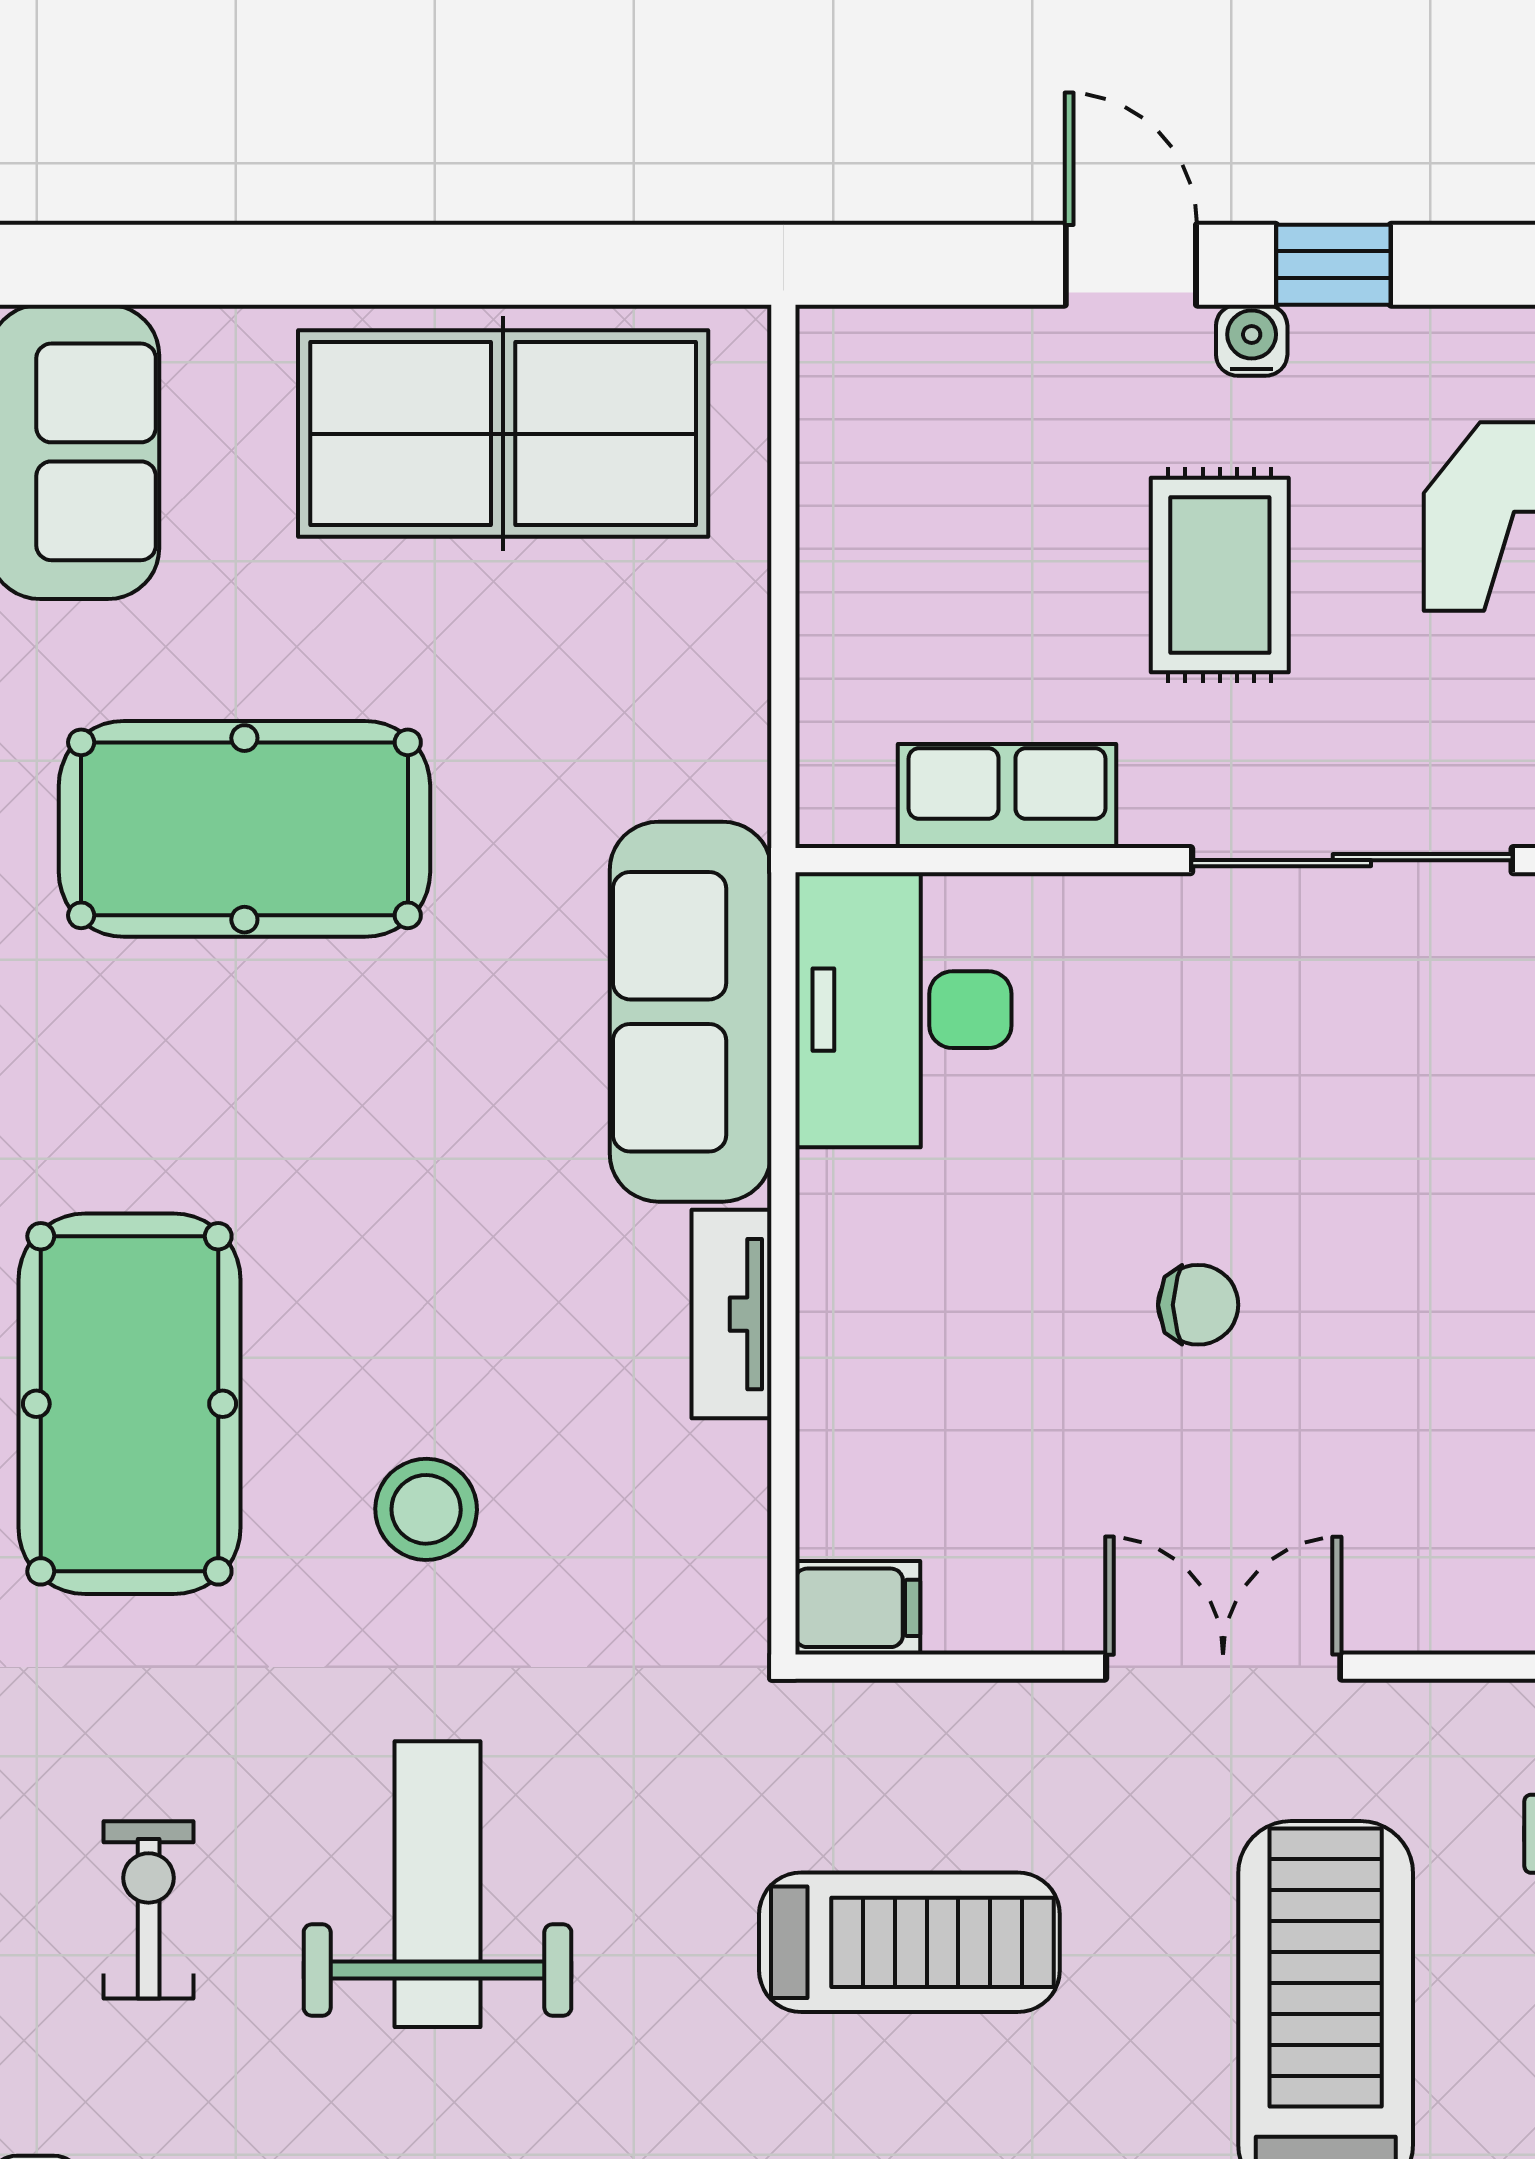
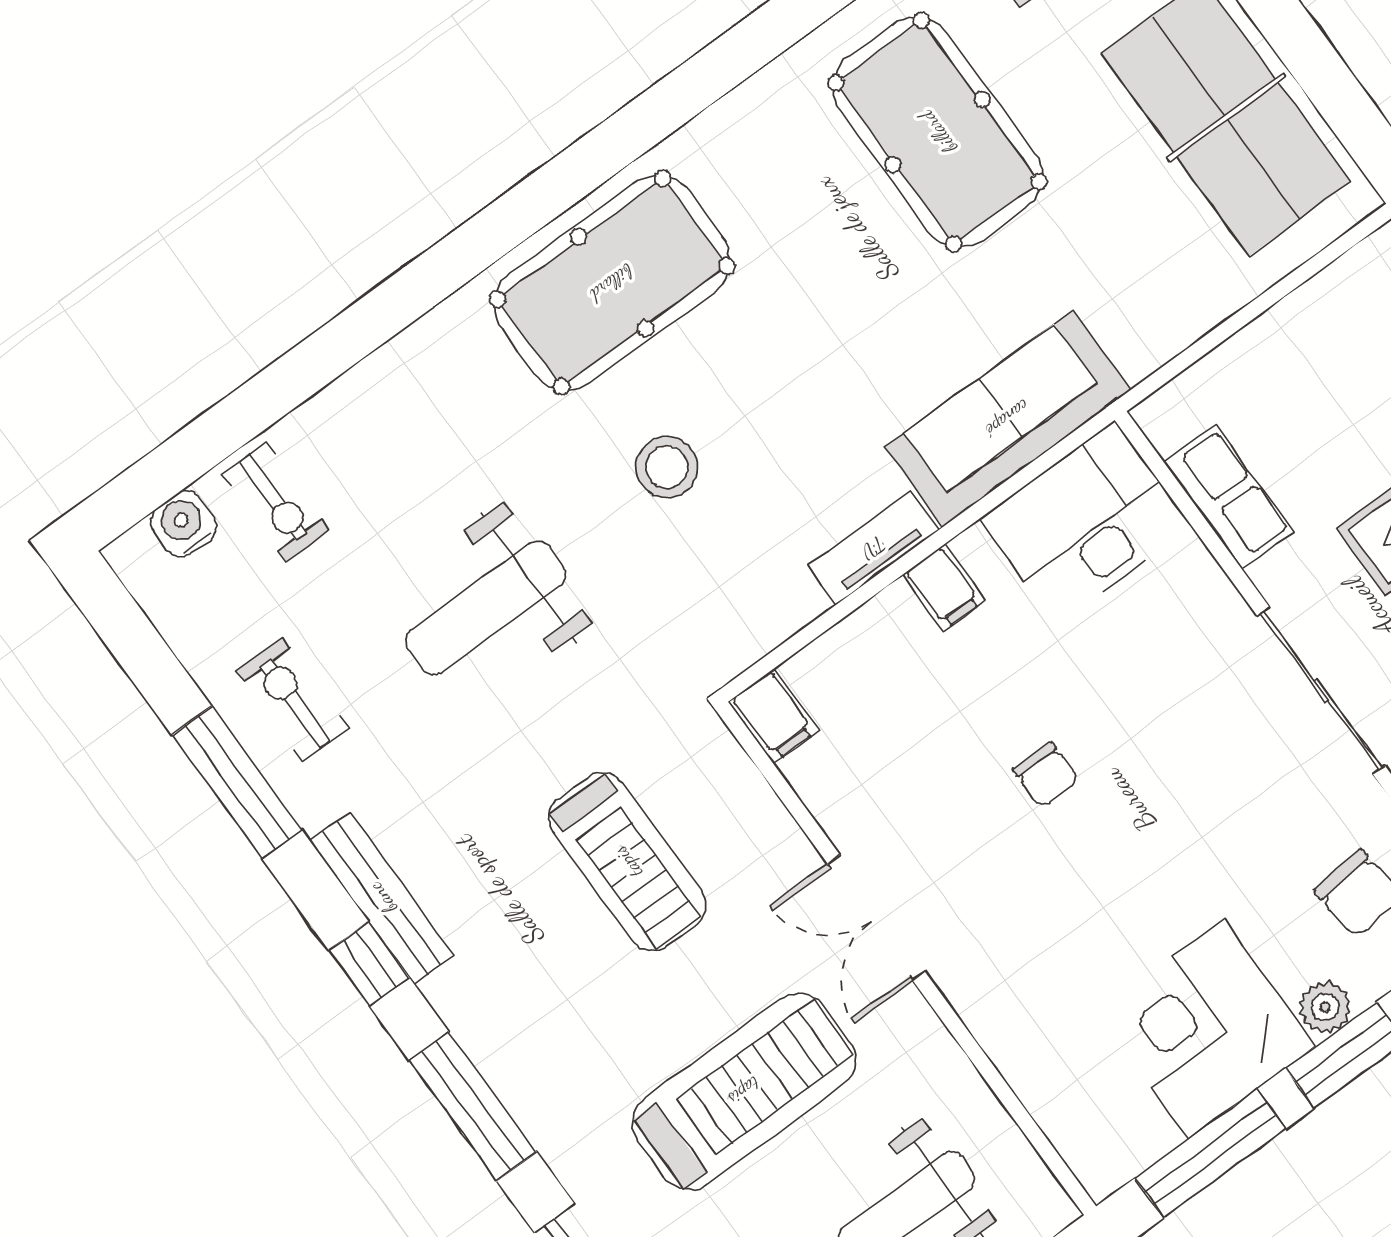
filing cabinet: (852, 1260) -> (944, 588), added
double door: (1223, 1667) -> (876, 918), swing flipped
weight bench: (438, 1884) -> (486, 608), turned 180
exercise bike: (149, 1910) -> (276, 502), moved, turned 90

